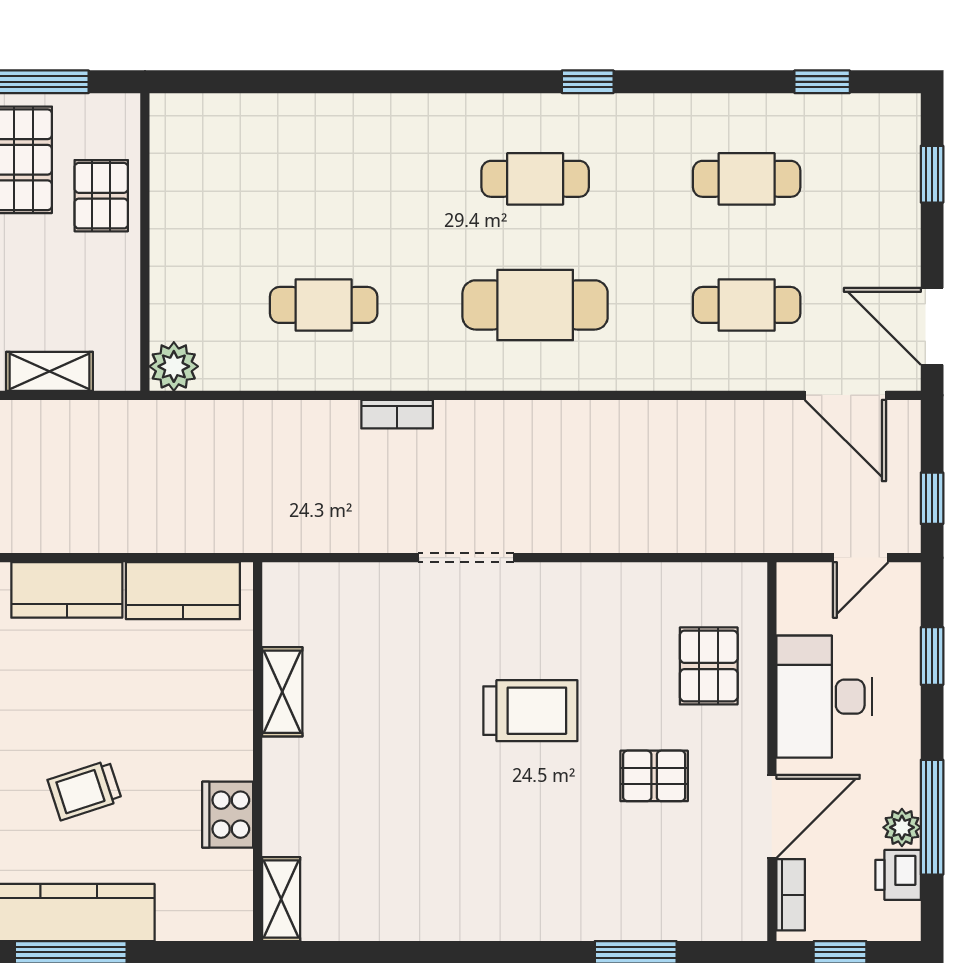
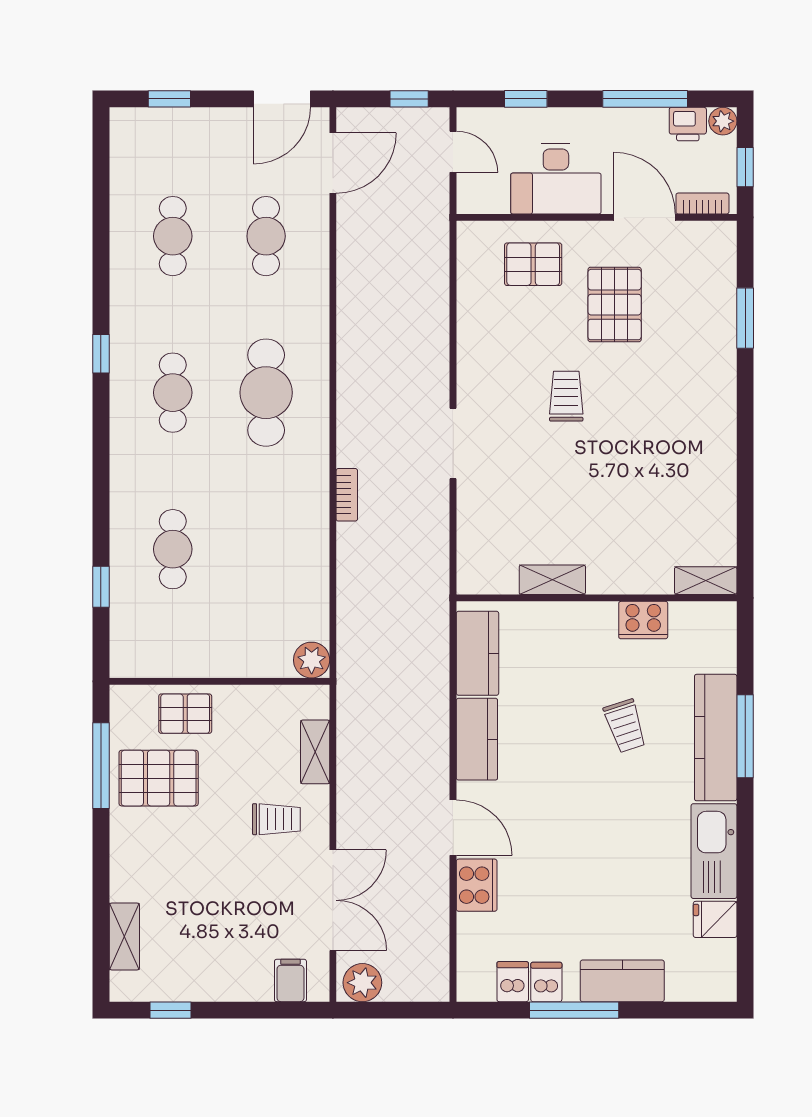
window: (822, 82) -> (101, 587), moved
cafe table: (324, 305) -> (173, 549), moved
trolley: (530, 711) -> (566, 396), width x0.73, depth x0.72
pallet: (654, 776) -> (615, 305), width x1.50, depth x1.42
plant: (902, 827) -> (723, 121), moved

